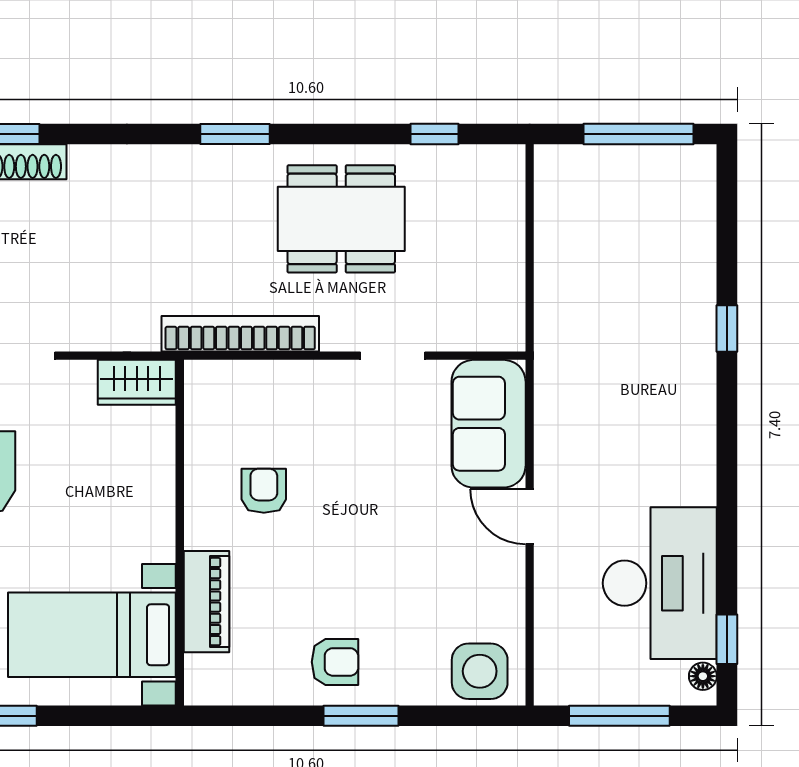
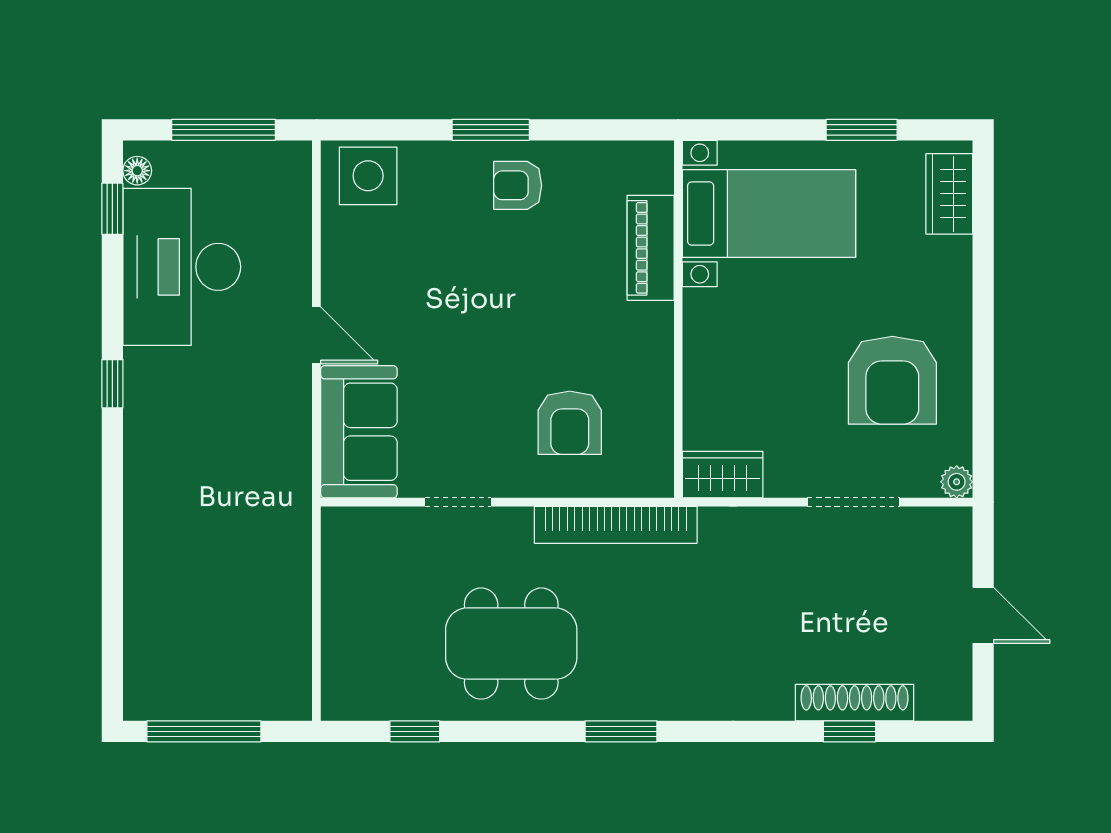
window: (727, 329) -> (112, 384), moved
armchair: (264, 491) -> (570, 423), moved, width x1.38, depth x1.38

